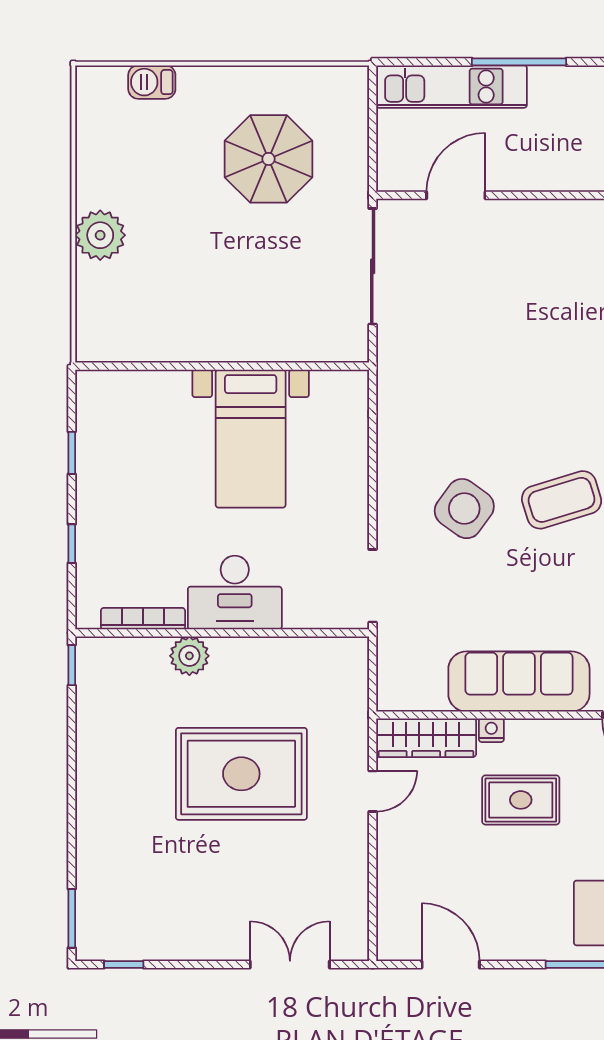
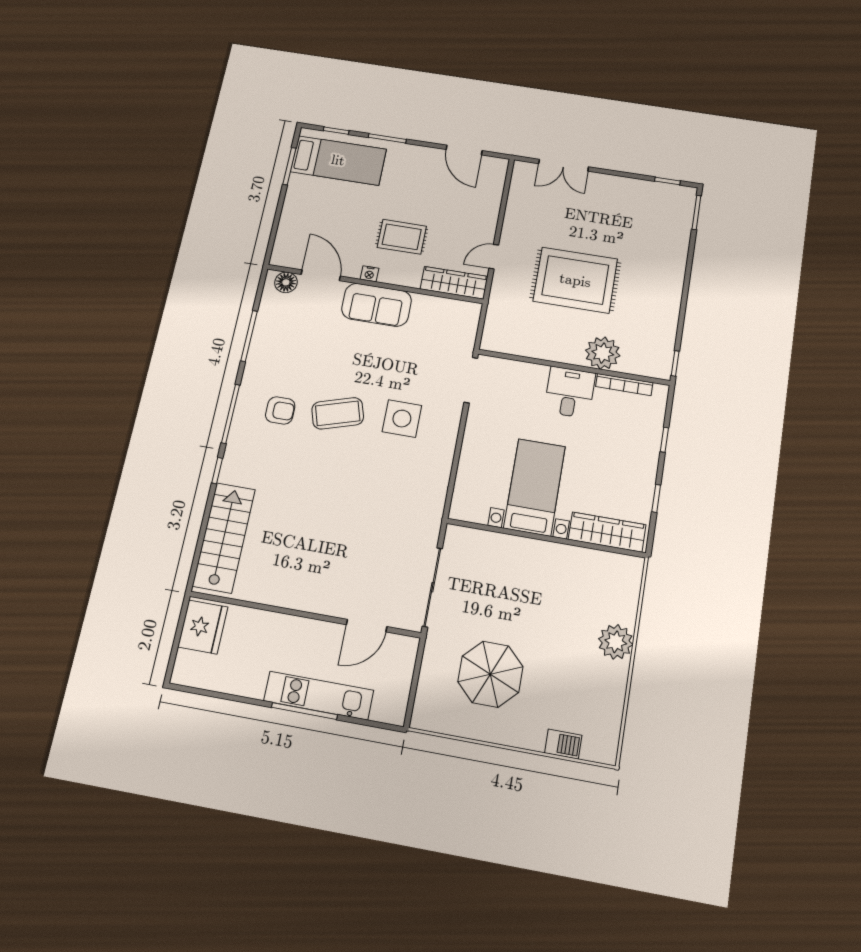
kitchen unit: (451, 87) -> (319, 696), moved
wardrobe: (135, 391) -> (607, 532), added
side table: (464, 509) -> (402, 419), turned -36
desk: (235, 593) -> (570, 392), width x0.73
plant: (189, 656) -> (603, 353), width x1.36, depth x1.36
sofa: (519, 681) -> (377, 305), width x0.73
nightstand: (491, 730) -> (369, 274), moved

